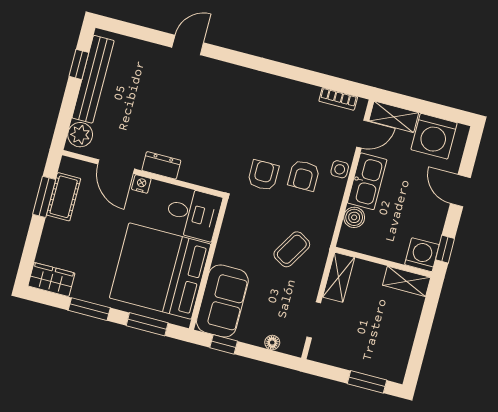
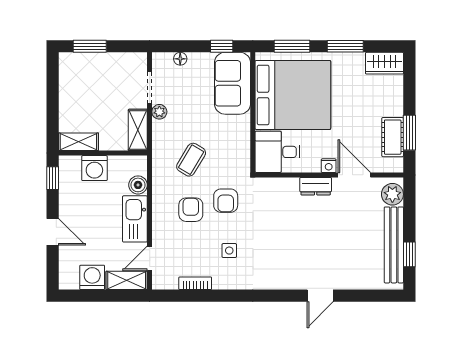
bookcase: (338, 99) -> (195, 283), moved
washing machine: (434, 136) -> (92, 277), width x0.73, depth x0.73
side table: (340, 169) -> (229, 251), moved
coffee table: (292, 249) -> (191, 160), moved
washing machine: (422, 255) -> (94, 168), moved
plant: (310, 291) -> (159, 112), added

